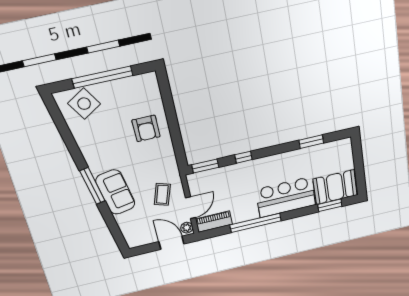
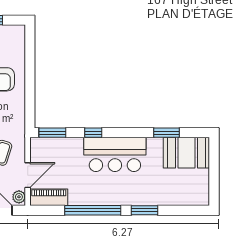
booth: (335, 187) -> (186, 153), moved
bar counter: (286, 197) -> (115, 154), moved, turned 180
window: (330, 205) -> (144, 210), moved

